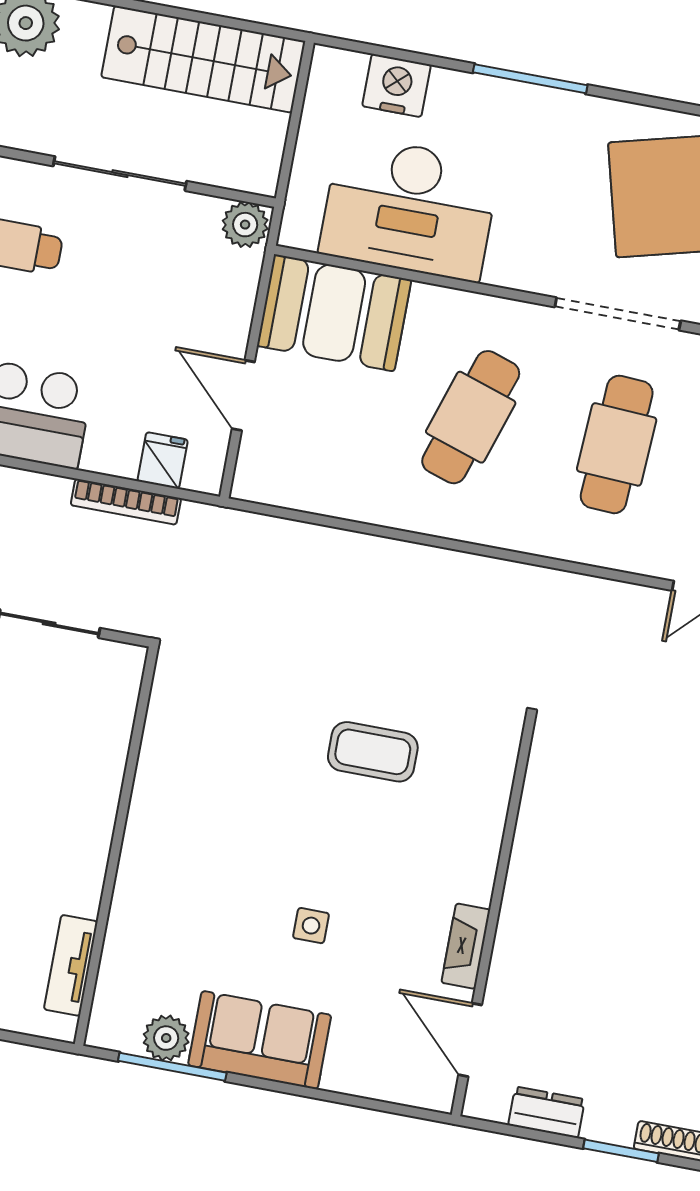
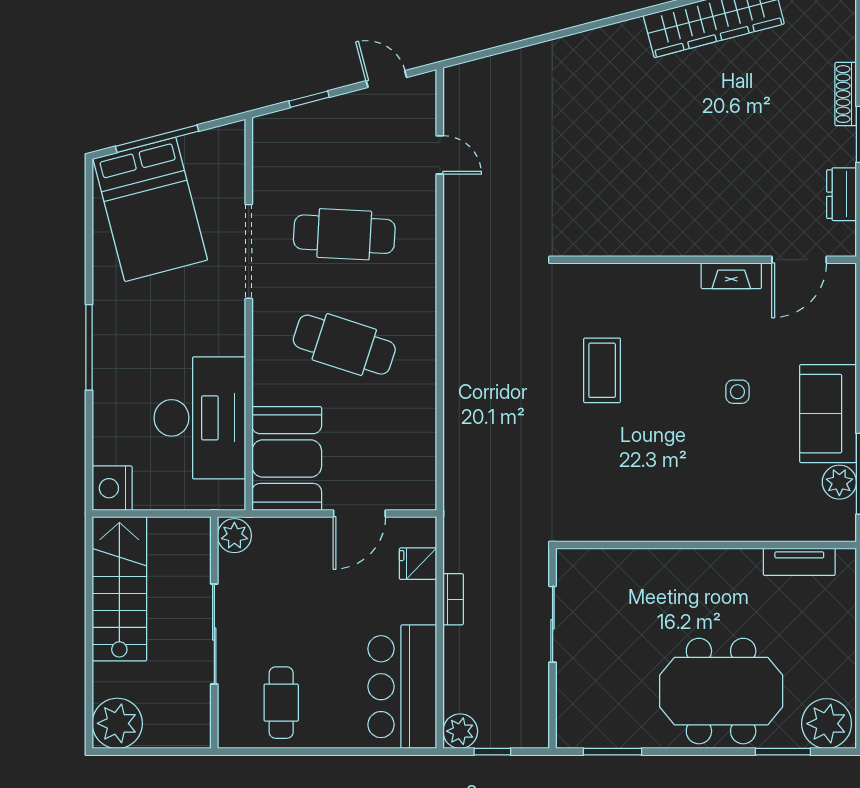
nightstand: (397, 85) -> (112, 488), moved
bookcase: (126, 502) -> (453, 599), width x0.64

